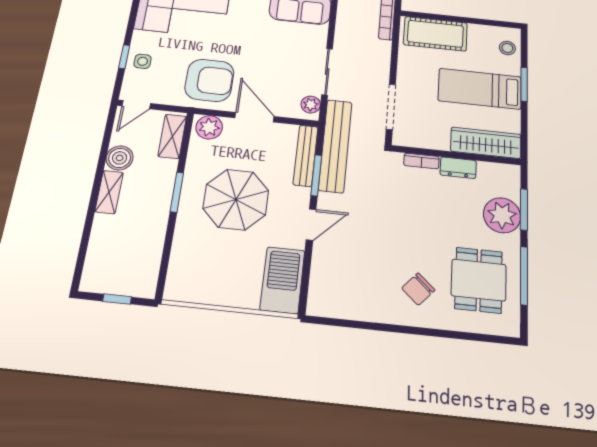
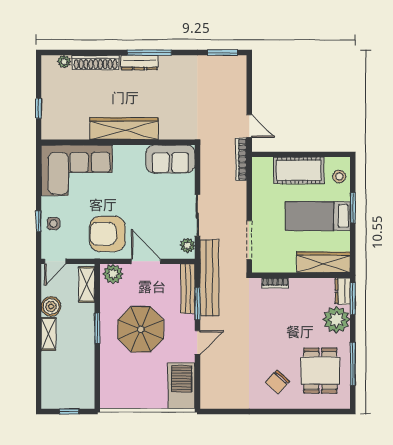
cot: (435, 34) -> (299, 170), moved
armchair: (209, 80) -> (107, 234), turned 180
dresser: (458, 168) -> (343, 291), moved, turned 90
window: (524, 209) -> (353, 299), moved

